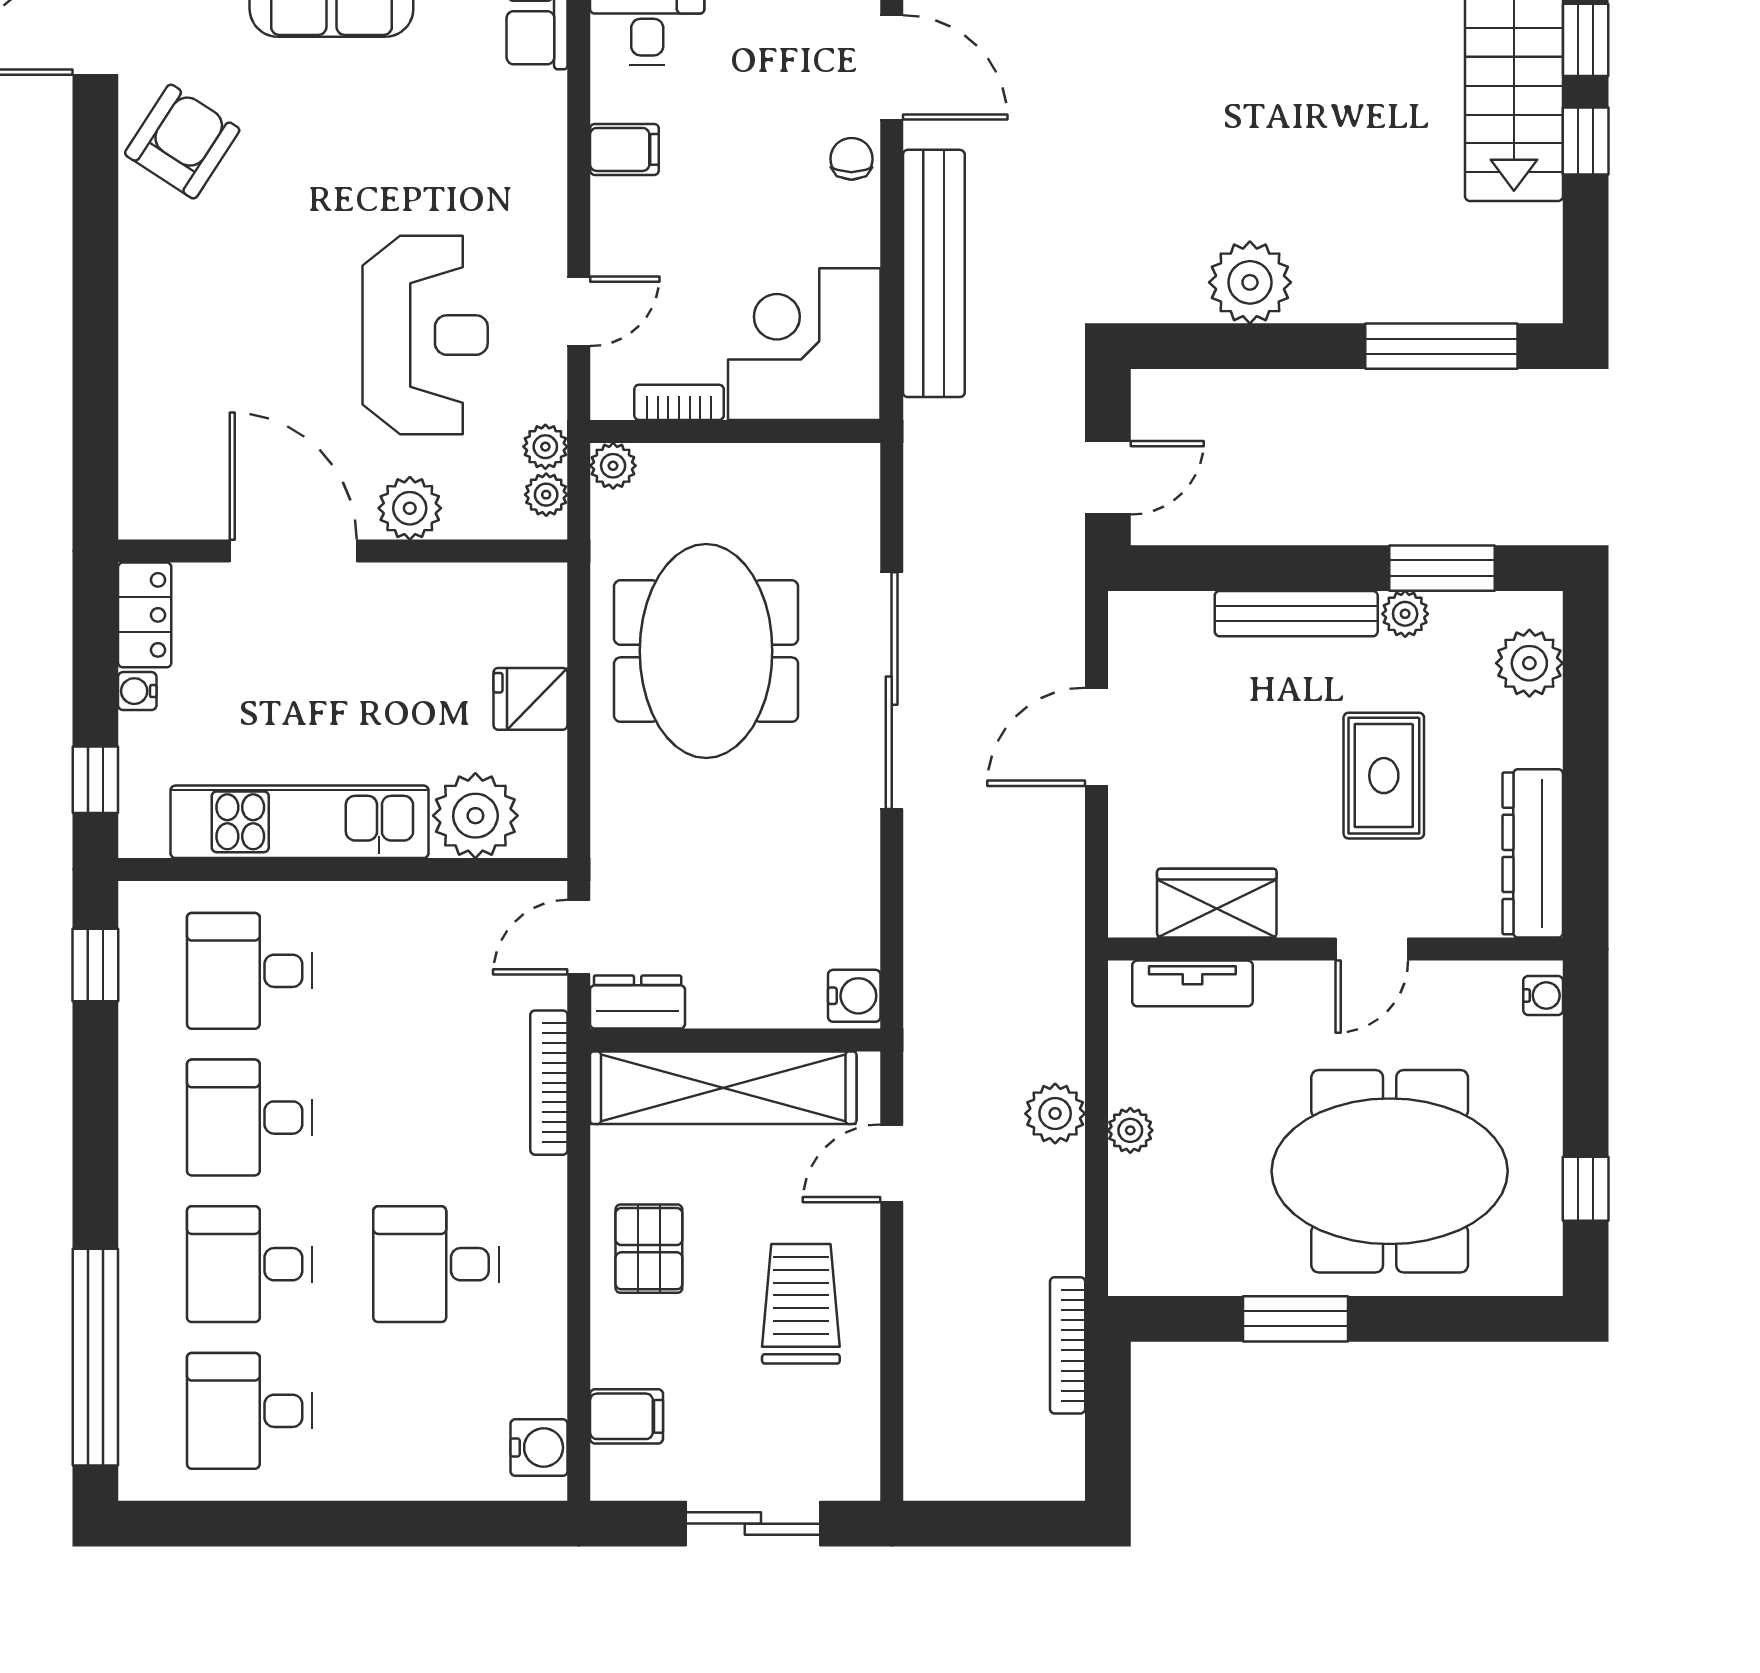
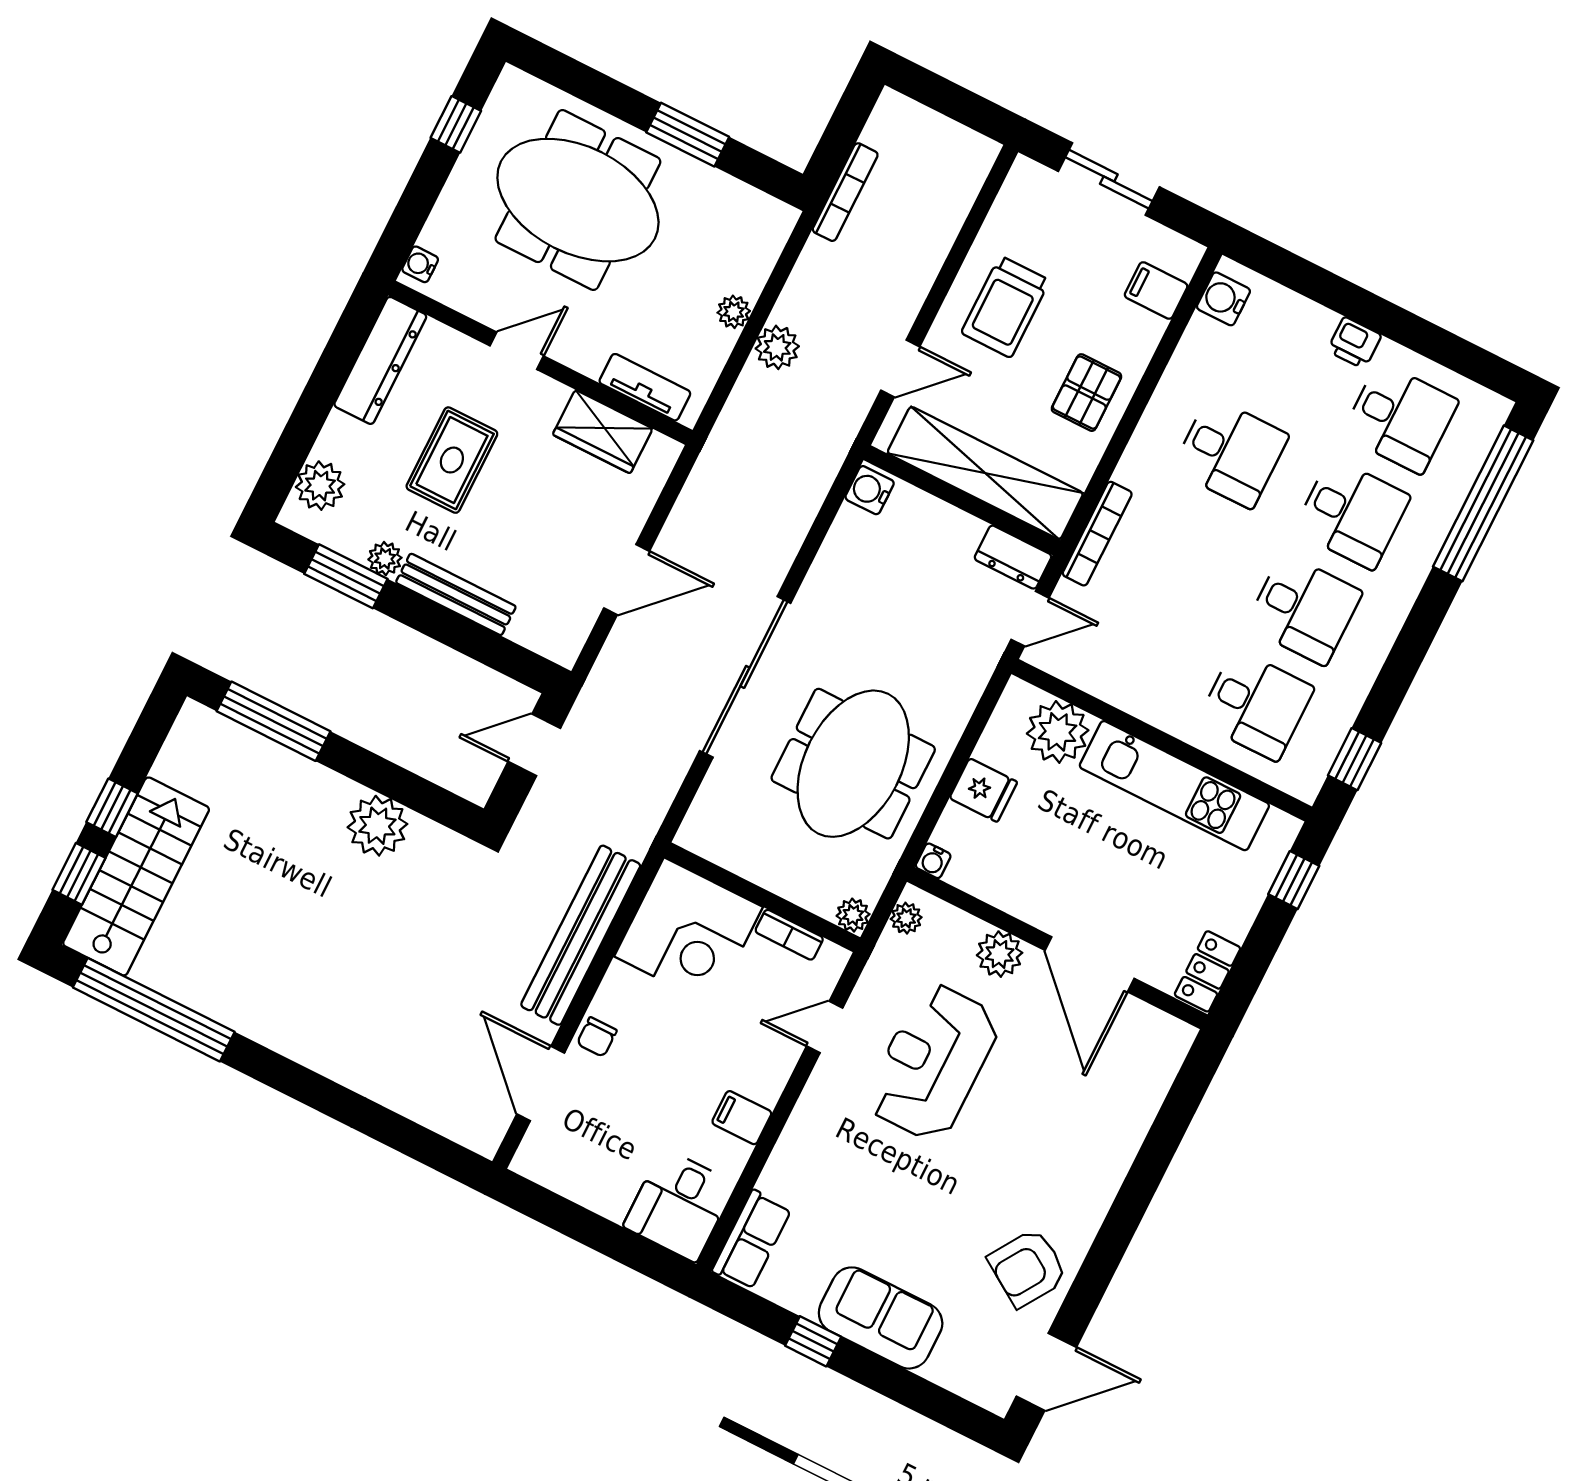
plant: (545, 447) -> (891, 950), removed
water cooler: (137, 691) -> (933, 861), moved, turned 90
printer: (352, 1474) -> (1354, 343), added

